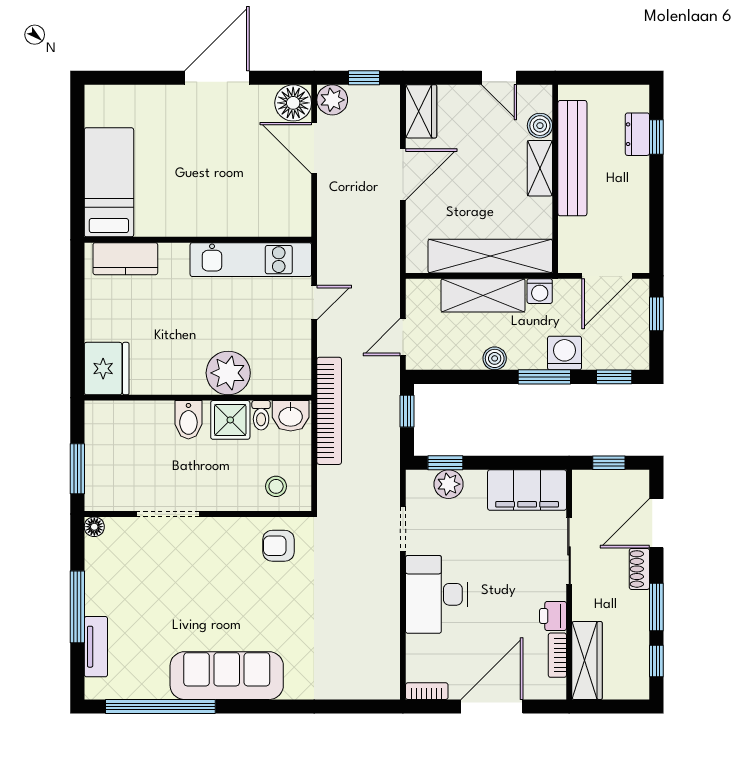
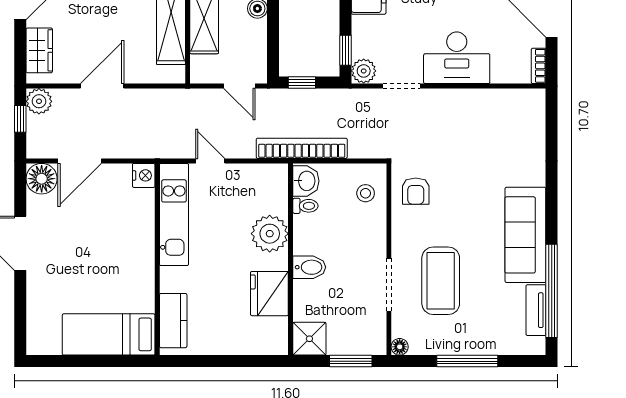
plant: (332, 100) -> (39, 101), moved
wardrobe: (421, 111) -> (39, 50), moved, turned 90
door: (403, 175) -> (102, 86), hinge flipped
nightstand: (297, 224) -> (144, 175), added
fridge: (107, 369) -> (269, 294), moved, turned -90
shower: (230, 420) -> (309, 339), moved
plant: (449, 484) -> (364, 71), moved
coffee table: (172, 575) -> (441, 281), added
tv unit: (96, 647) -> (536, 310), moved, turned -90

